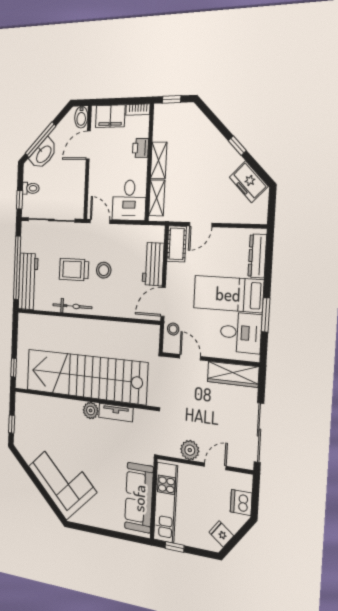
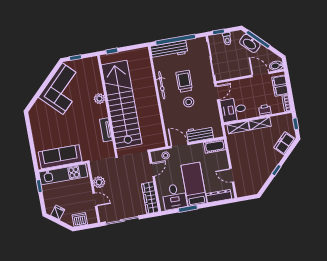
freezer: (249, 182) -> (285, 143), moved
door: (201, 225) -> (232, 175), moved
plant: (91, 411) -> (99, 99), moved
corner sofa: (62, 479) -> (63, 89), moved

